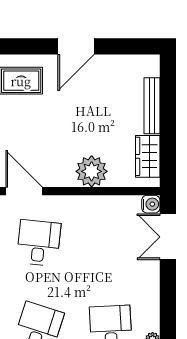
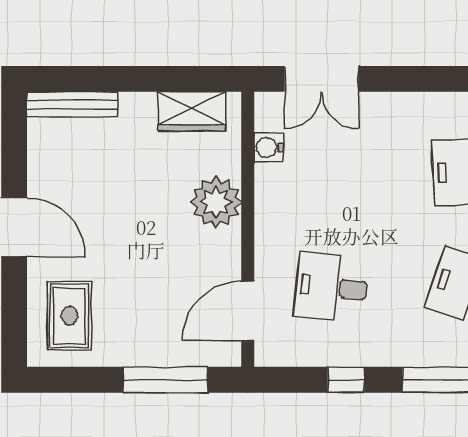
bench: (152, 106) -> (72, 104), moved
water cooler: (151, 204) -> (269, 148), moved, turned -90

